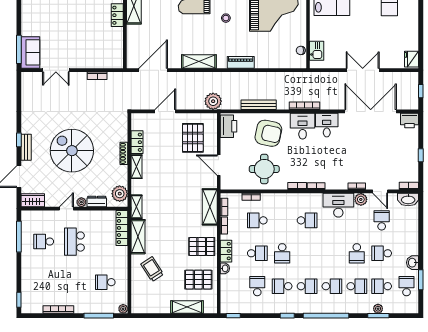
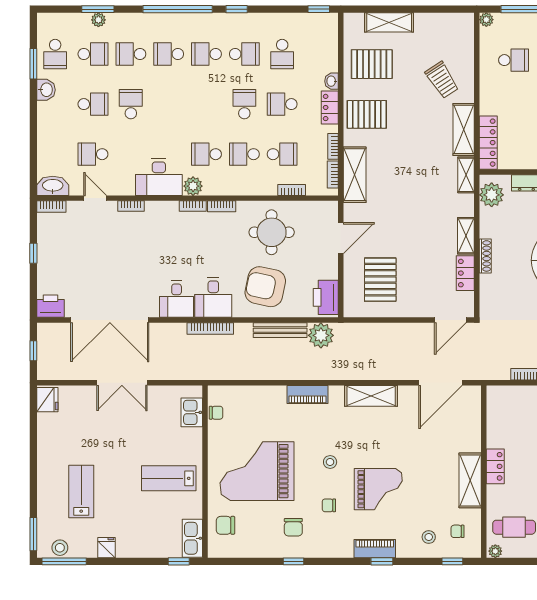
plant: (213, 101) -> (321, 335), moved
door: (165, 111) -> (450, 320), moved
door: (219, 165) -> (341, 238), hinge flipped
plant: (361, 199) -> (193, 186), moved
school desk: (282, 220) -> (244, 154), added
school desk: (382, 220) -> (93, 154), turned 90

